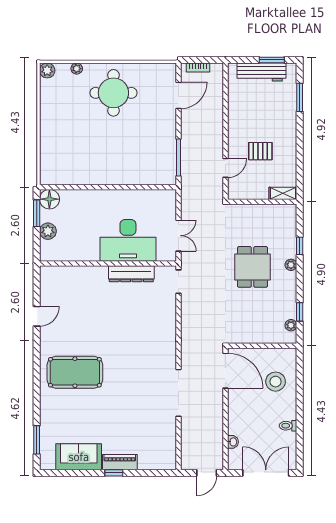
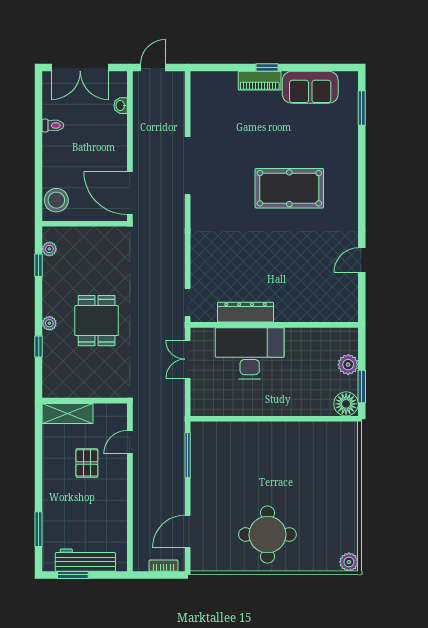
plant: (77, 69) -> (313, 564), removed
pallet: (260, 151) -> (87, 463), turned 90
shelving: (283, 193) -> (68, 414), width x1.50, depth x1.33
pool table: (75, 372) -> (289, 188), moved
stool: (276, 382) -> (56, 200), moved

